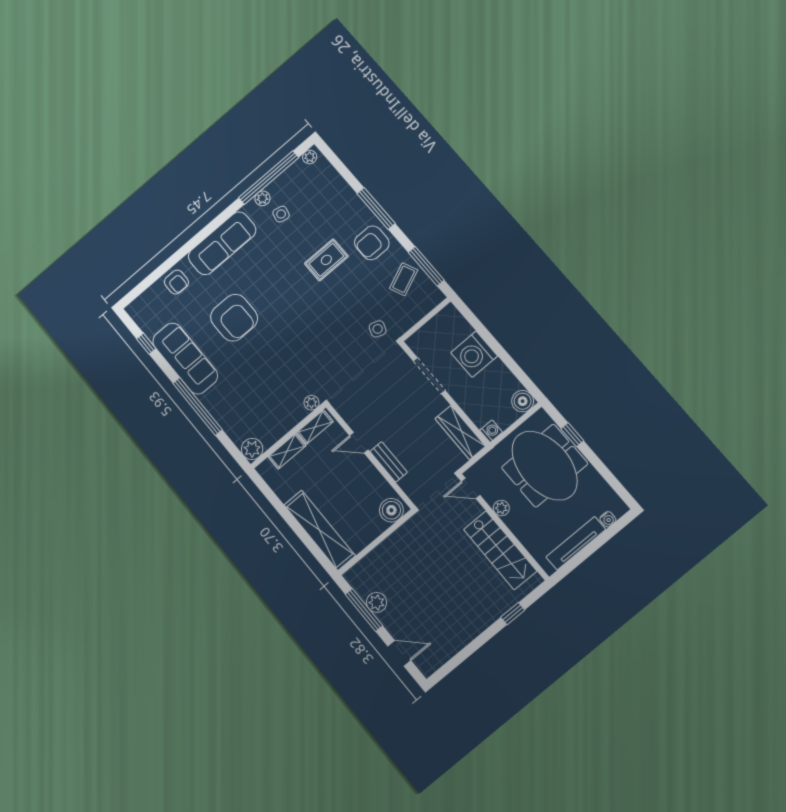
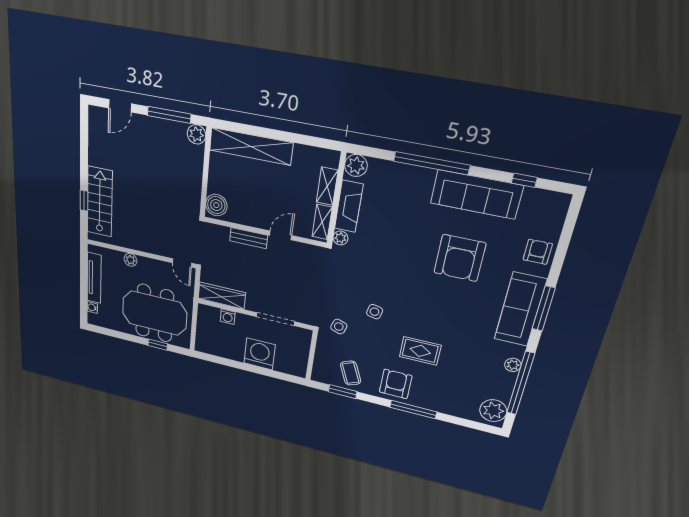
plant: (310, 157) -> (493, 411), width x1.88, depth x1.88
side table: (281, 214) -> (375, 312), moved
window: (205, 232) -> (544, 308), added
rug: (326, 260) -> (420, 351), turned 90
window: (426, 266) -> (343, 392), width x0.69
armchair: (176, 282) -> (538, 252), turned 90
armchair: (234, 318) -> (460, 258), turned -90
boiler: (523, 401) -> (204, 345), removed
fireplace: (284, 423) -> (349, 206), added
washing machine: (491, 431) -> (228, 317), moved
door: (471, 488) -> (182, 263), swing flipped
plant: (501, 508) -> (130, 260), moved
stairs: (500, 550) -> (100, 202), moved, turned 90
plant: (377, 602) -> (196, 134), moved

